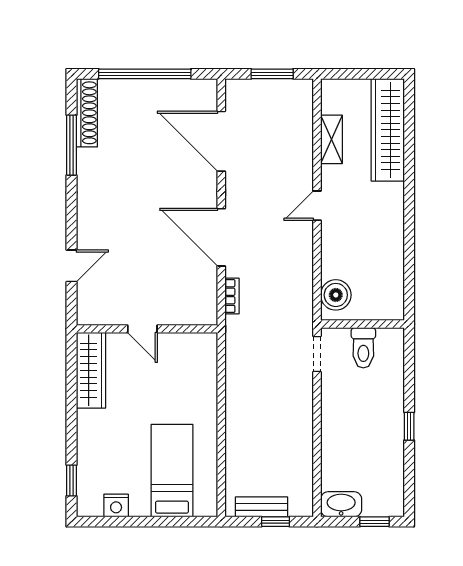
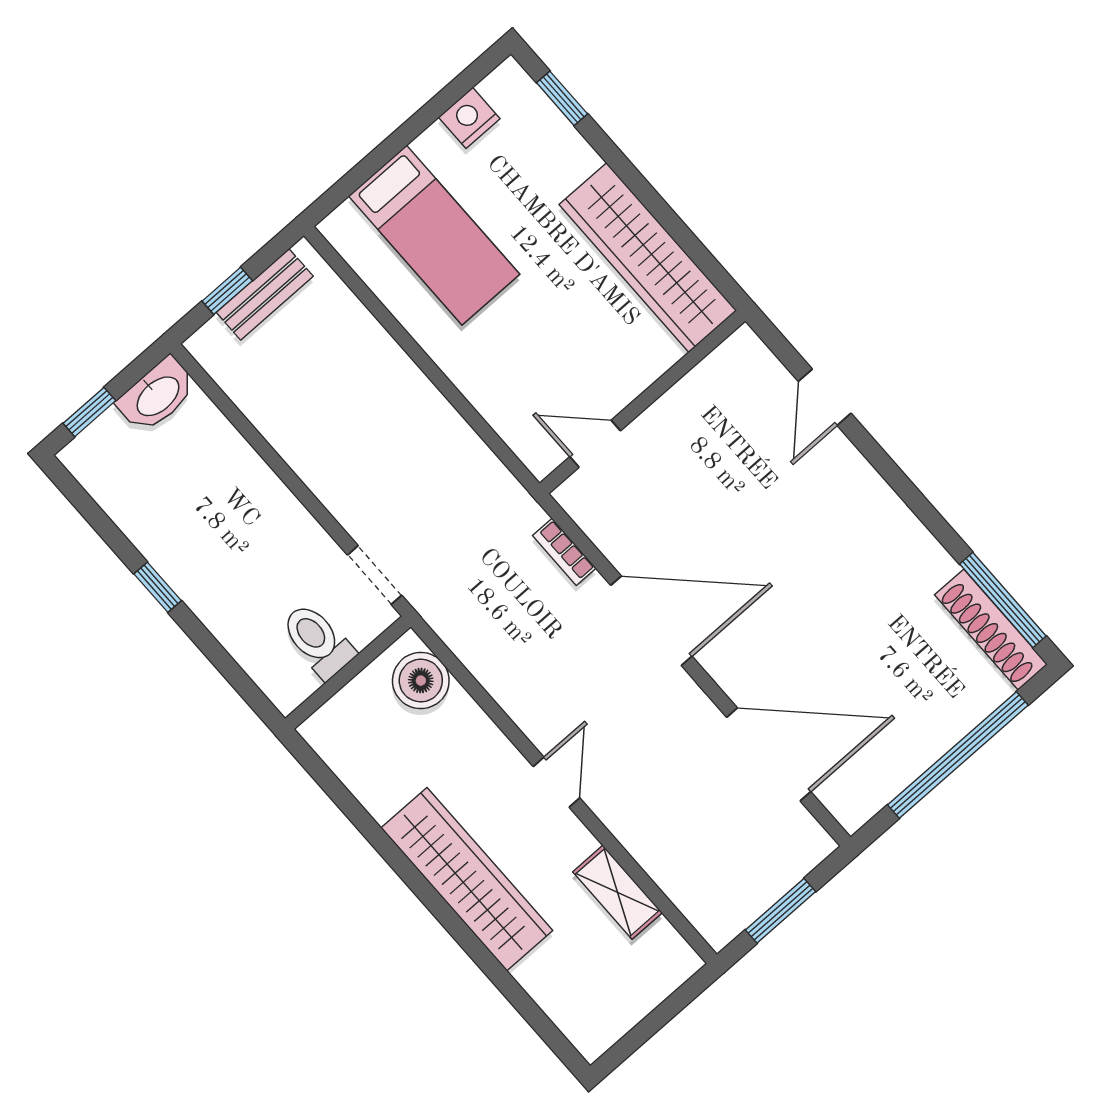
wardrobe: (388, 130) -> (467, 879), moved
window: (72, 145) -> (1003, 600), moved
door: (142, 329) -> (595, 444), moved
wardrobe: (91, 370) -> (648, 258), width x1.40, depth x1.17

